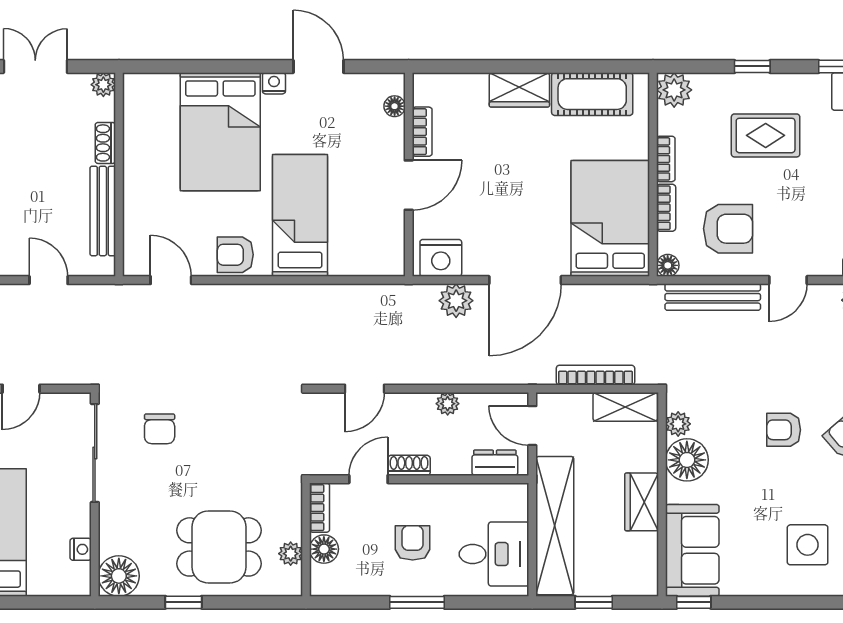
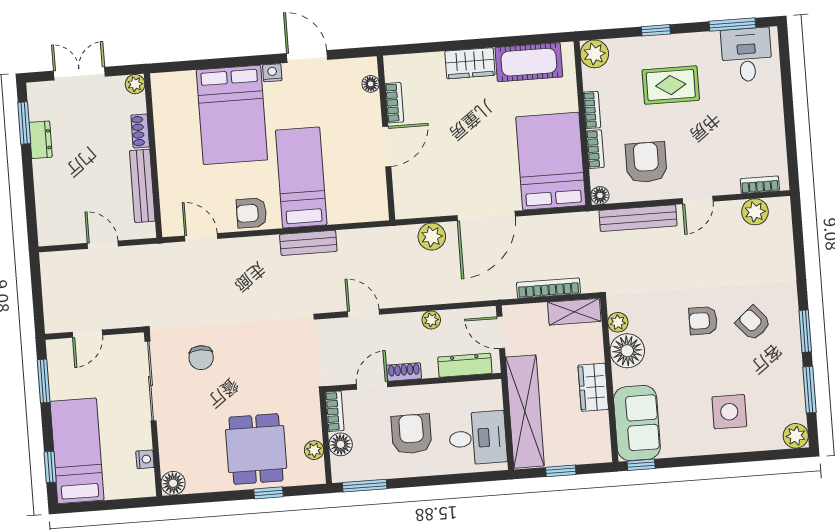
armchair: (728, 229) -> (646, 162), turned -90
nightstand: (441, 258) -> (417, 203), removed
bench: (303, 297) -> (308, 243), added
door: (364, 389) -> (364, 313), swing flipped
dresser: (495, 463) -> (465, 365), width x1.44
armchair: (413, 543) -> (411, 434), width x1.38, depth x1.38
dining table: (219, 547) -> (256, 449), turned 90
floor lamp: (119, 576) -> (173, 483), width x0.73, depth x0.73
window: (184, 602) -> (268, 493), moved
window: (417, 602) -> (365, 486), moved

